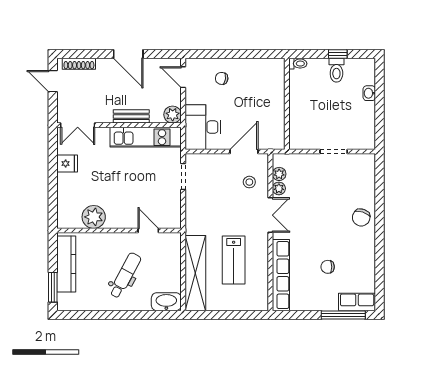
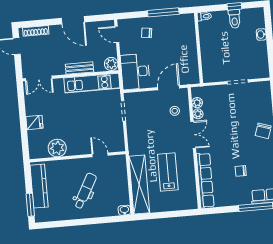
window: (245, 54) -> (163, 12), added
fridge: (67, 164) -> (34, 122), moved
lab bench: (234, 260) -> (168, 172), turned 180
washbasin: (166, 302) -> (124, 210), width x0.52, depth x0.69

